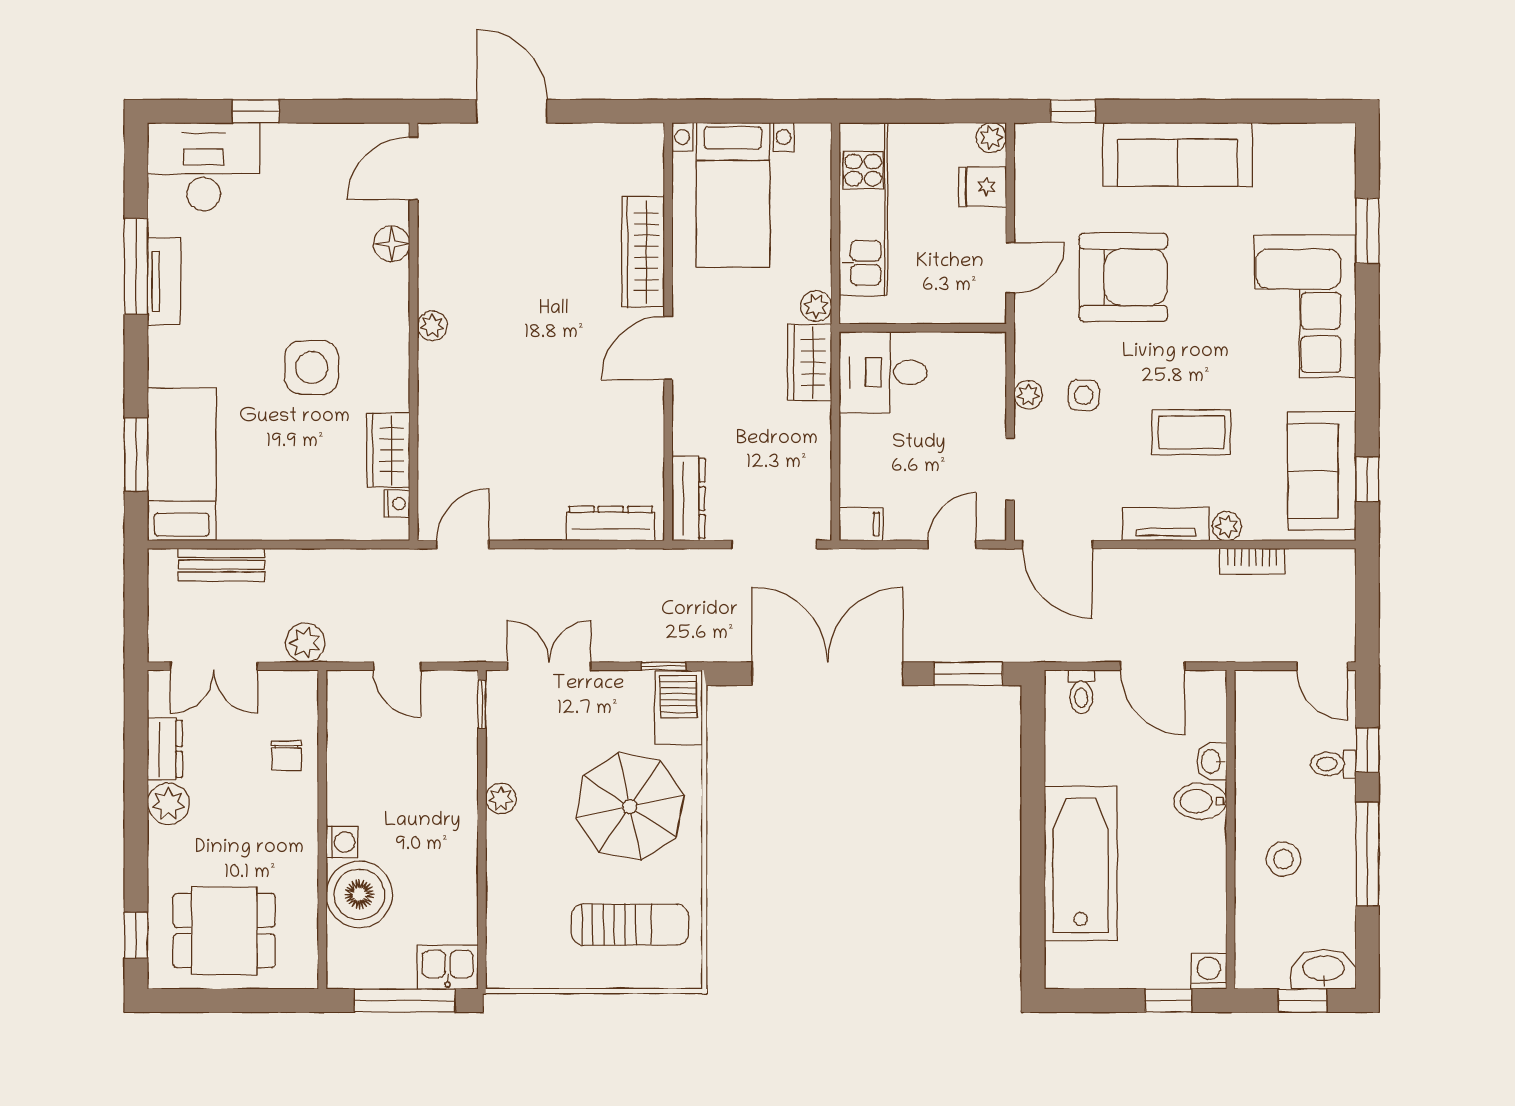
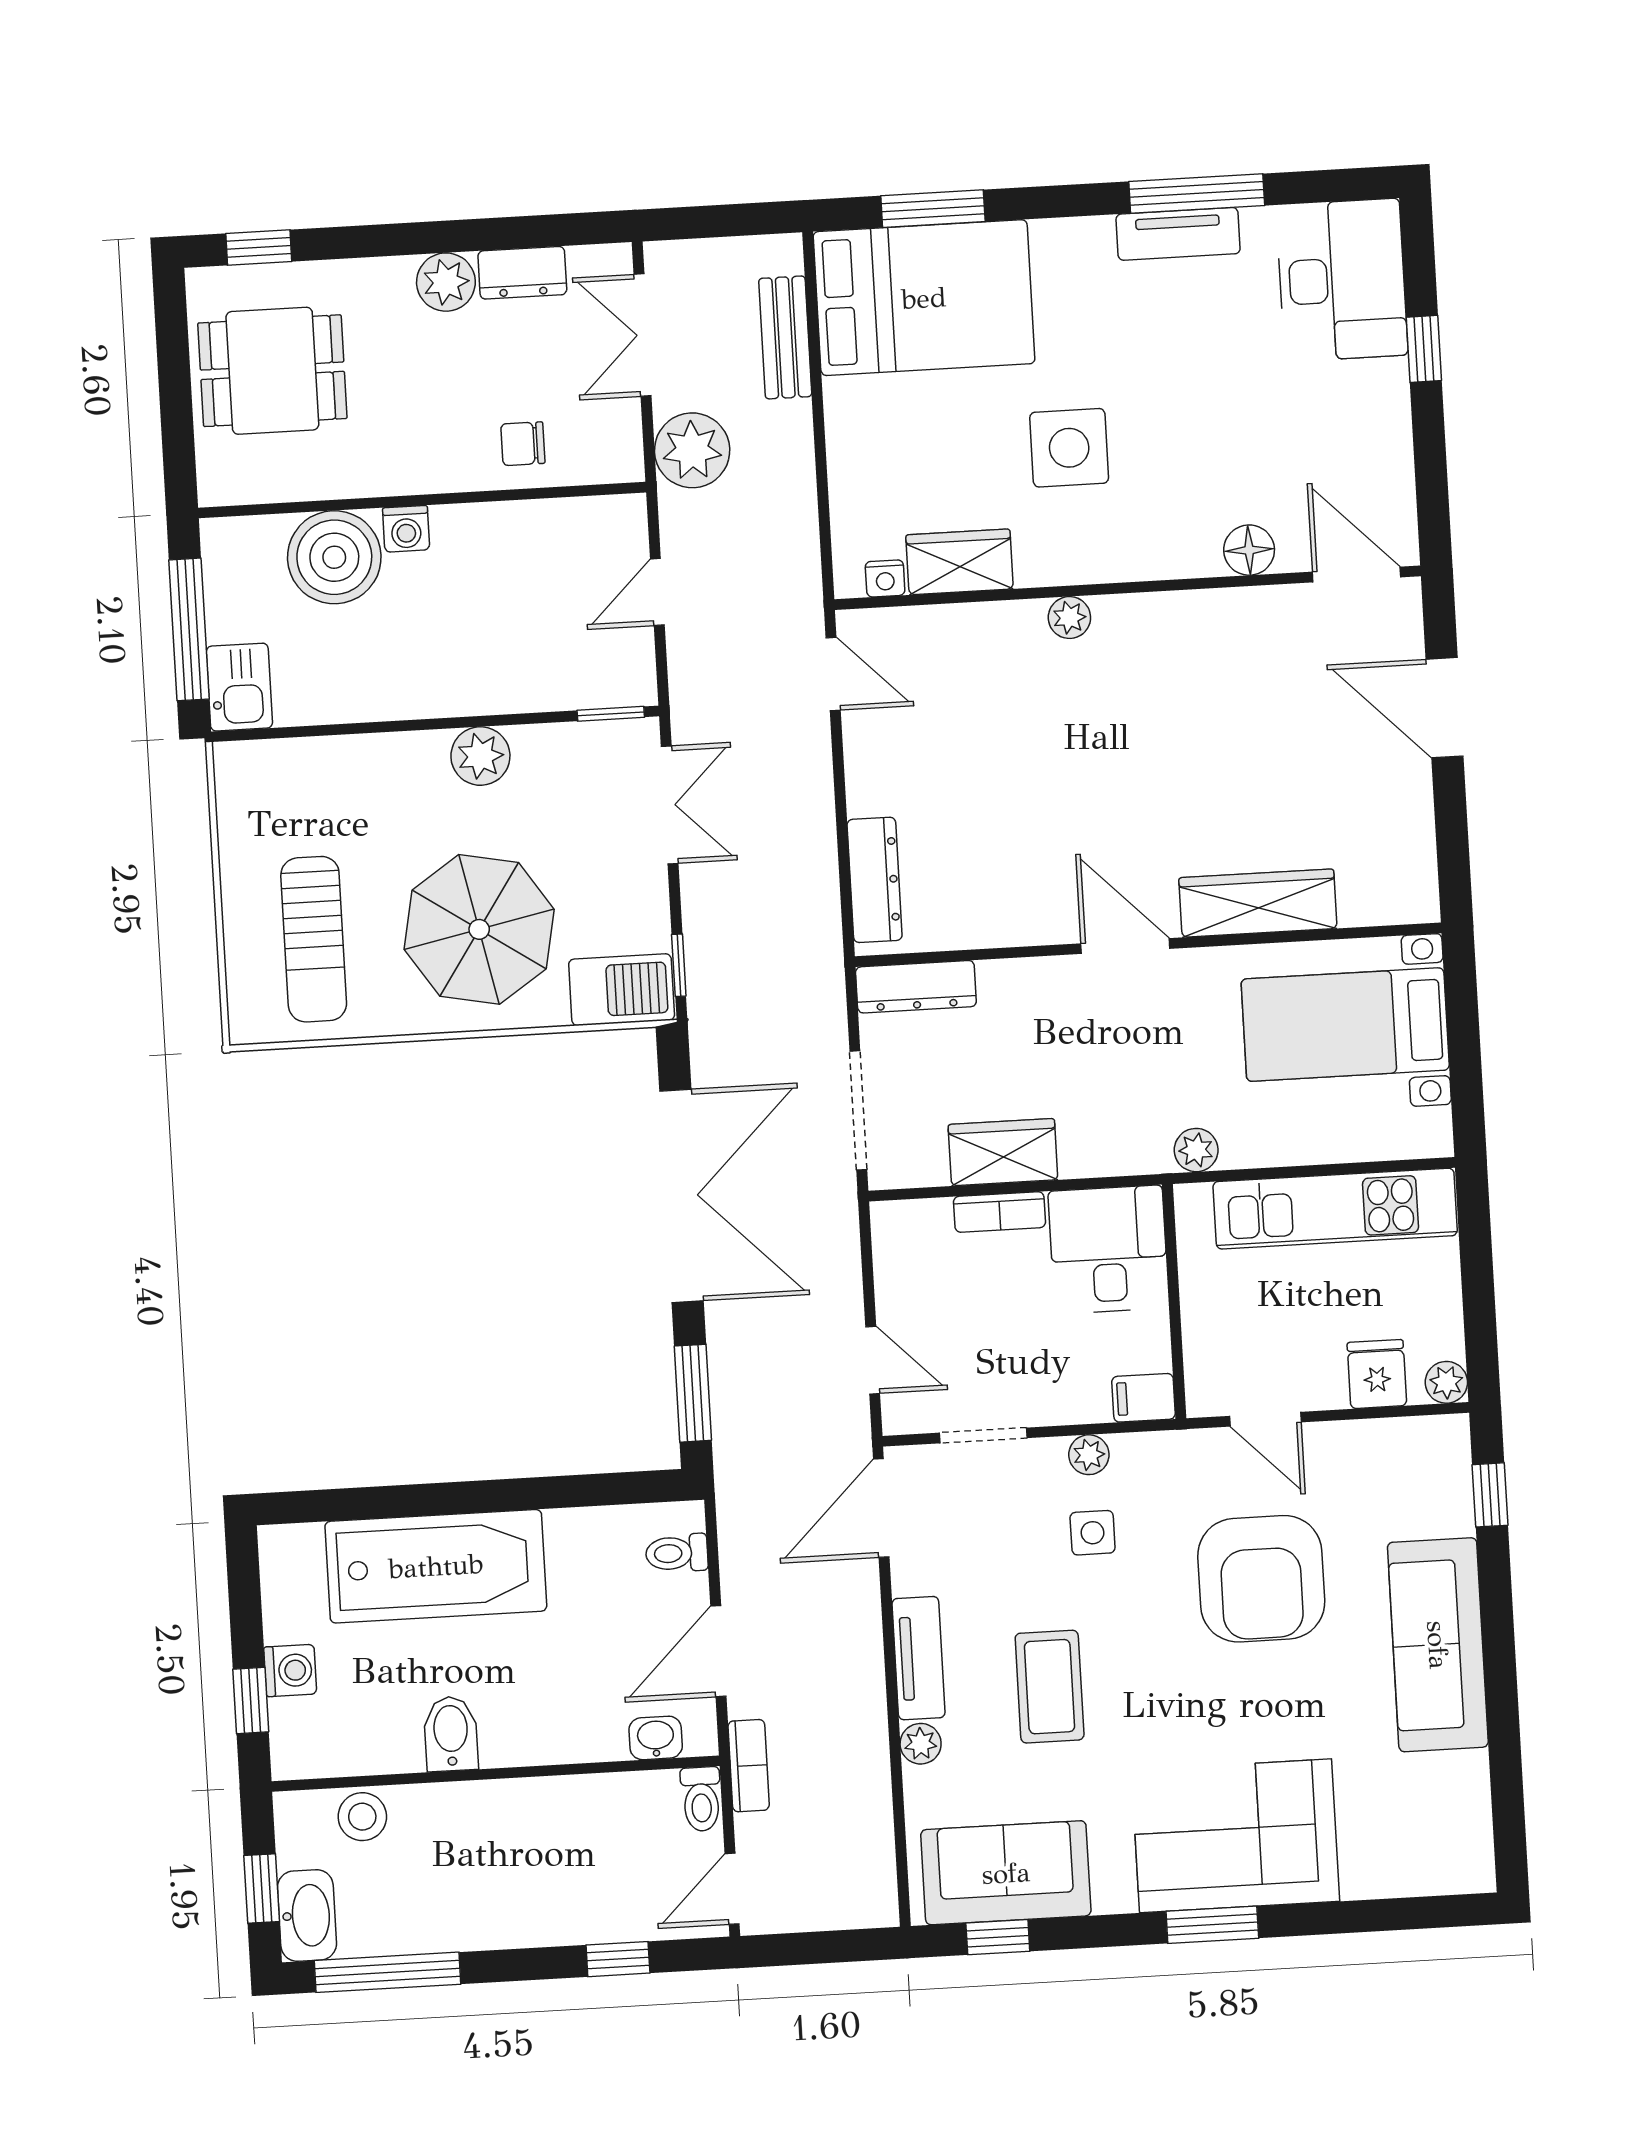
door: (512, 111) -> (1445, 708), swing flipped
window: (1367, 231) -> (1212, 1925), moved
plant: (432, 326) -> (1069, 618), moved
wardrobe: (810, 362) -> (1003, 1152), moved
bookcase: (852, 448) -> (999, 1212), added
bed: (182, 464) -> (924, 298), width x1.50
filing cabinet: (861, 524) -> (1144, 1398), moved, turned 90
bookcase: (1252, 561) -> (749, 1766), moved, turned 180
plant: (305, 643) -> (692, 450), width x1.36, depth x1.36
washbasin: (1212, 761) -> (656, 1738), moved
toilet: (1333, 764) -> (701, 1799), moved, turned 180
plant: (501, 799) -> (480, 756), width x1.38, depth x1.38
bidet: (1200, 801) -> (451, 1734), moved
window: (1367, 854) -> (388, 1972), moved
stool: (1284, 859) -> (362, 1817), moved
dining table: (224, 931) -> (272, 371), turned 90
washing machine: (1209, 971) -> (290, 1670), moved

